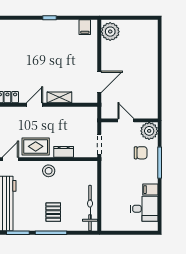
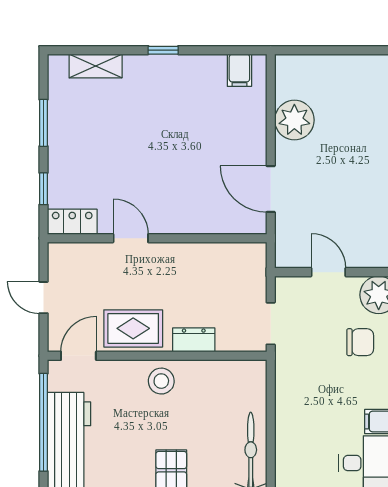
plant: (110, 32) -> (294, 120), moved
door: (99, 82) -> (271, 189), swing flipped
shelving: (59, 97) -> (96, 66), moved
door: (34, 105) -> (131, 238), hinge flipped

